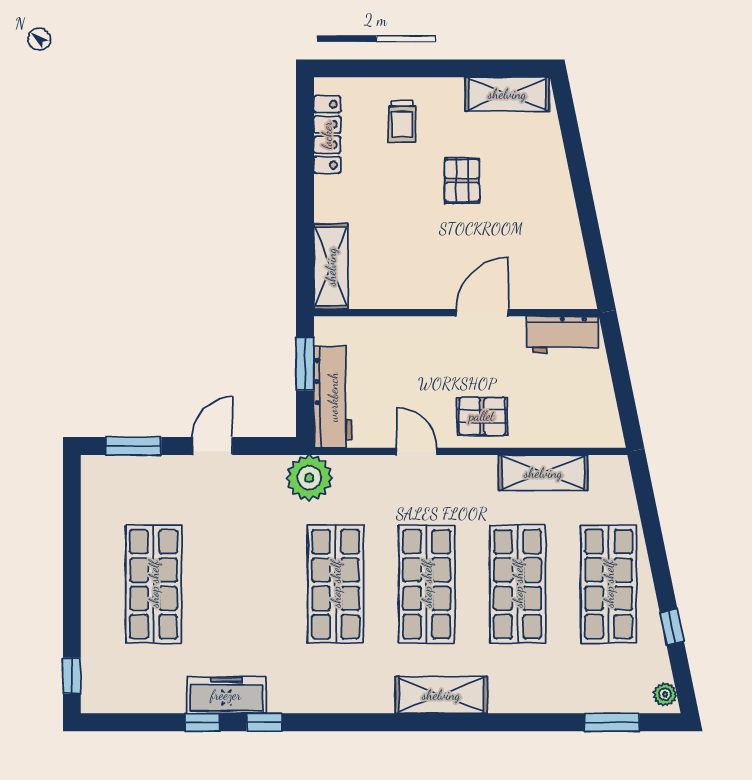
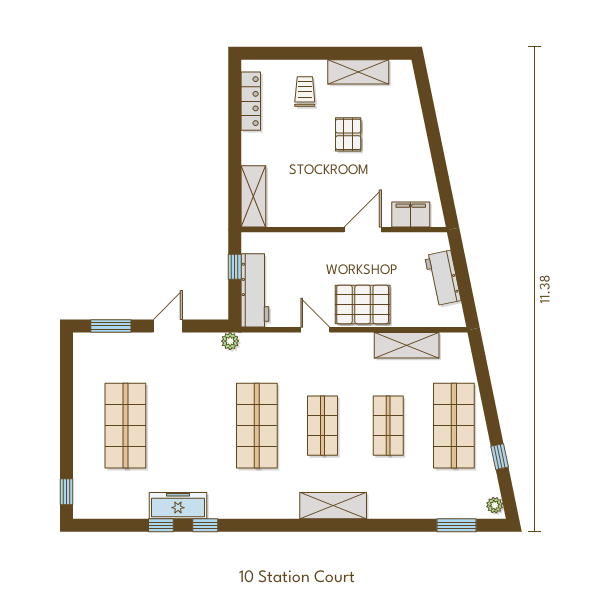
shelving: (507, 94) -> (358, 72), moved
trolley: (402, 121) -> (305, 91), turned 180
filing cabinet: (549, 292) -> (411, 215), added
workbench: (563, 335) -> (443, 278), moved, turned 78
window: (305, 364) -> (235, 267), width x0.67
pallet: (482, 416) -> (363, 304), width x1.50, depth x1.42
plant: (309, 478) -> (230, 341), width x0.53, depth x0.53
shop shelf: (427, 584) -> (322, 426), width x0.70, depth x0.74
shop shelf: (518, 584) -> (388, 426), width x0.70, depth x0.74

